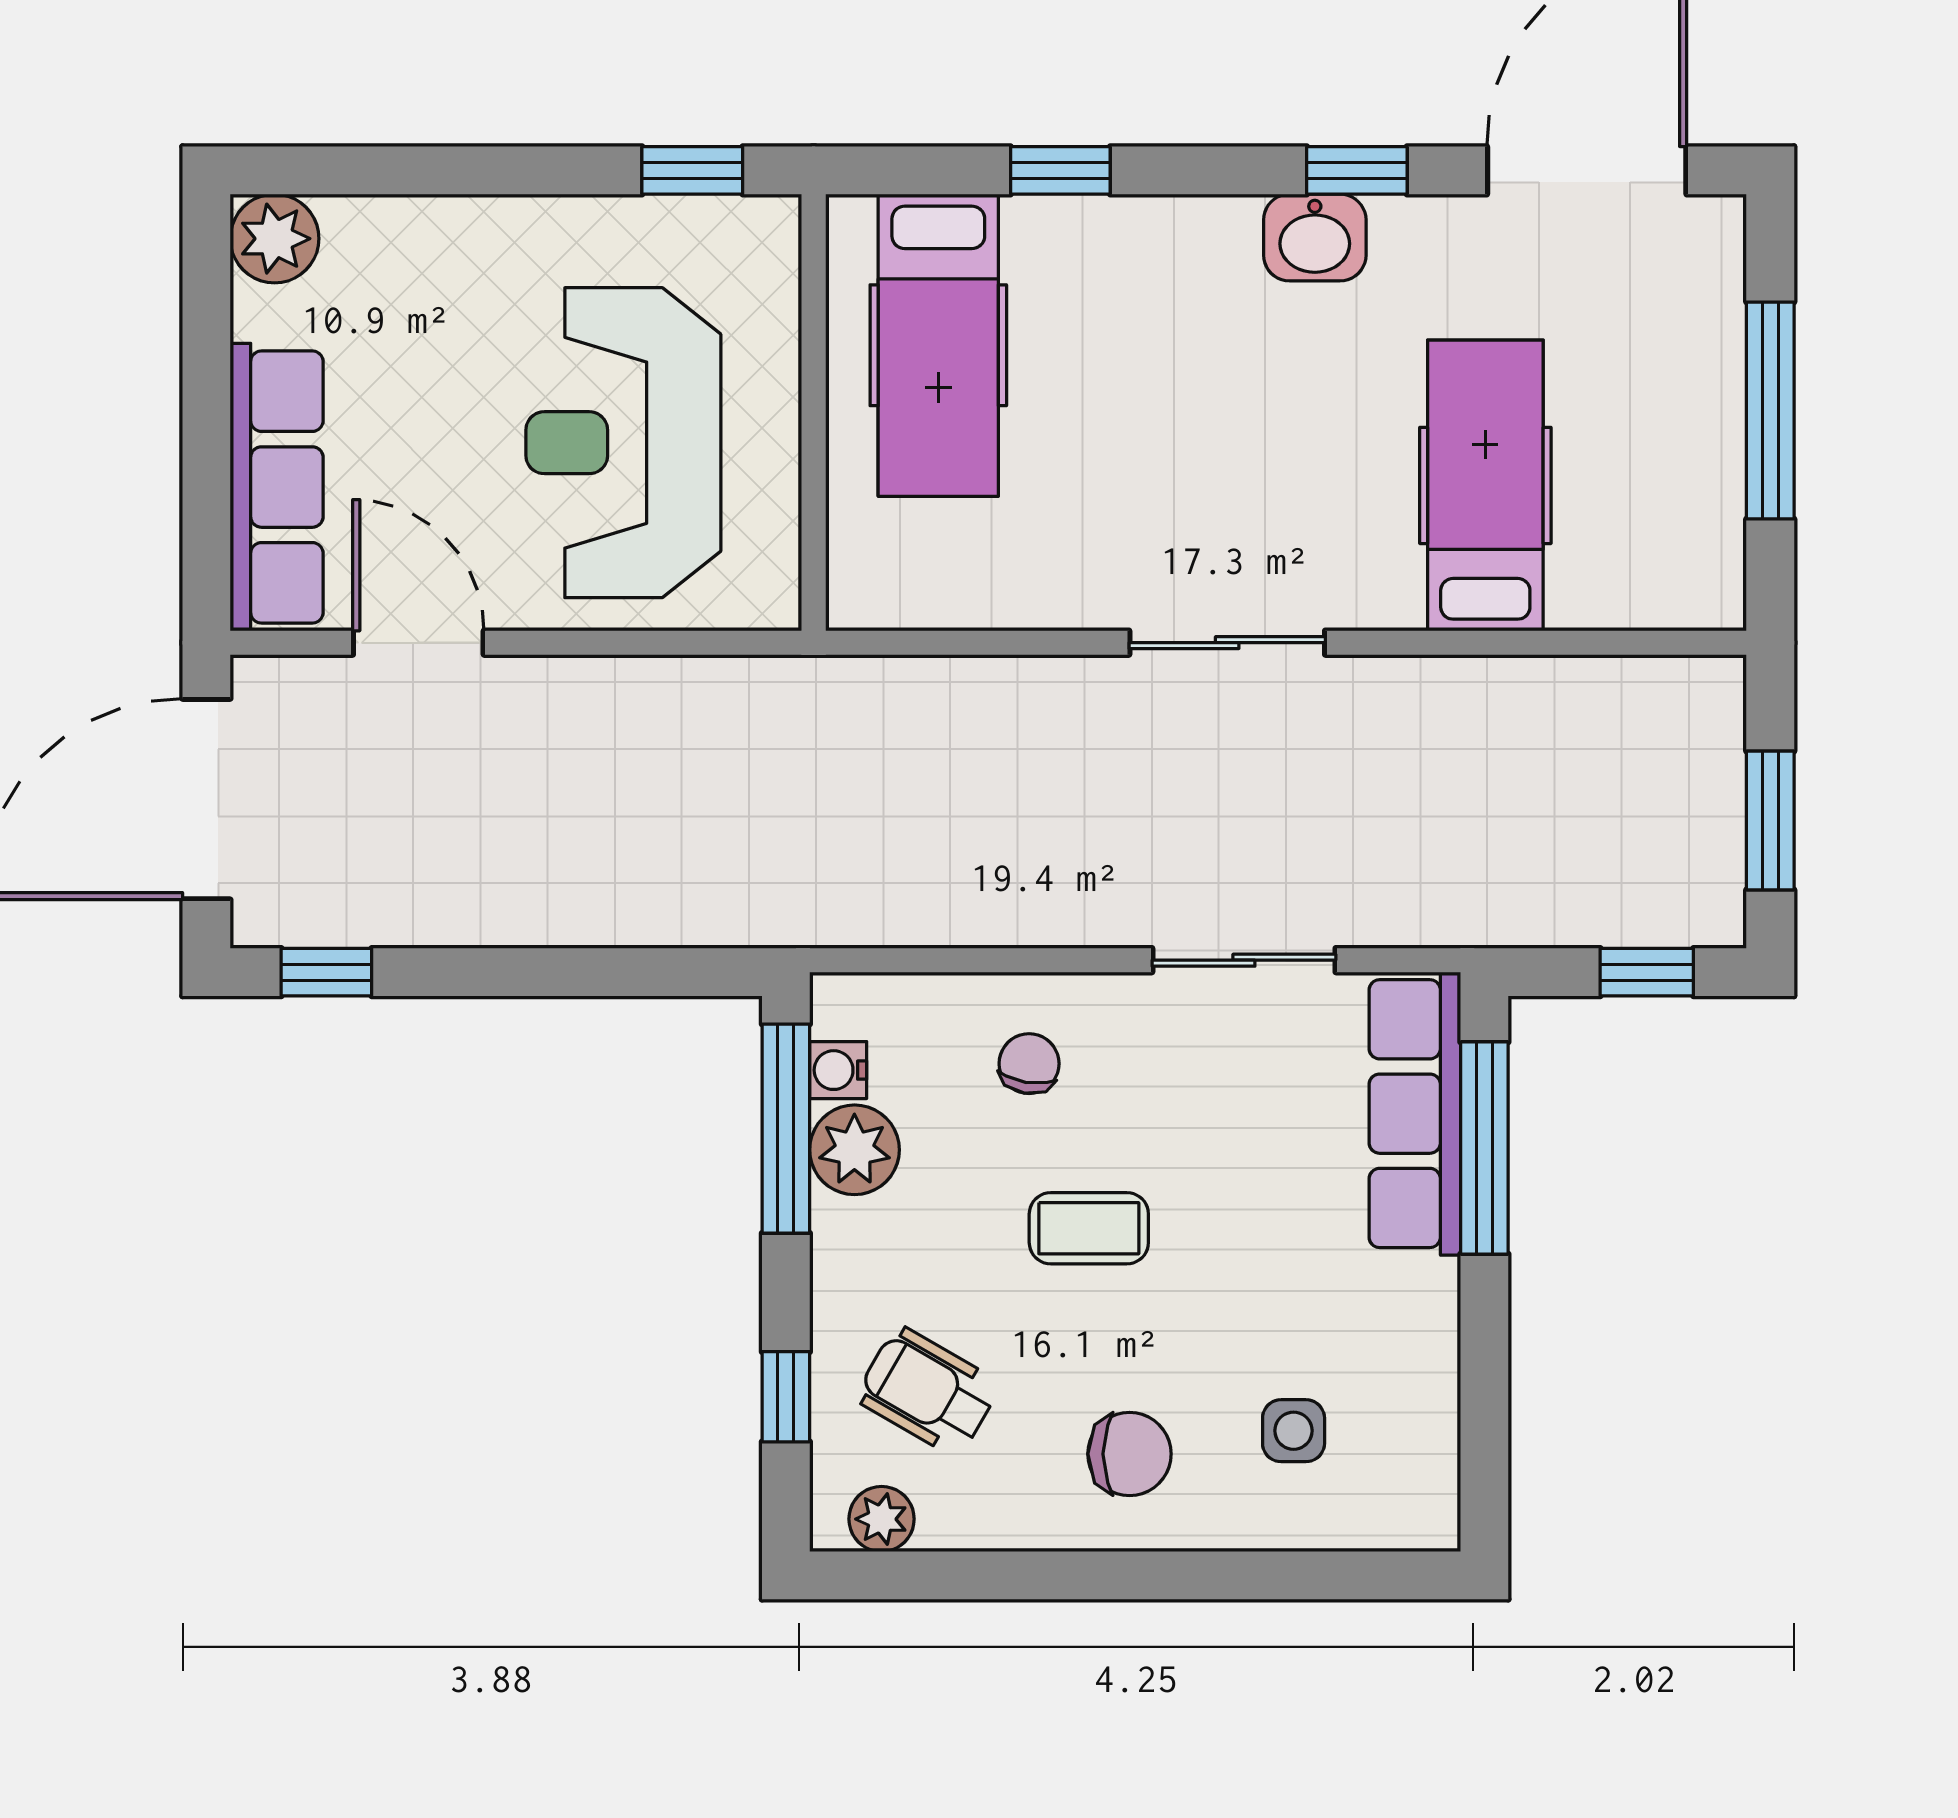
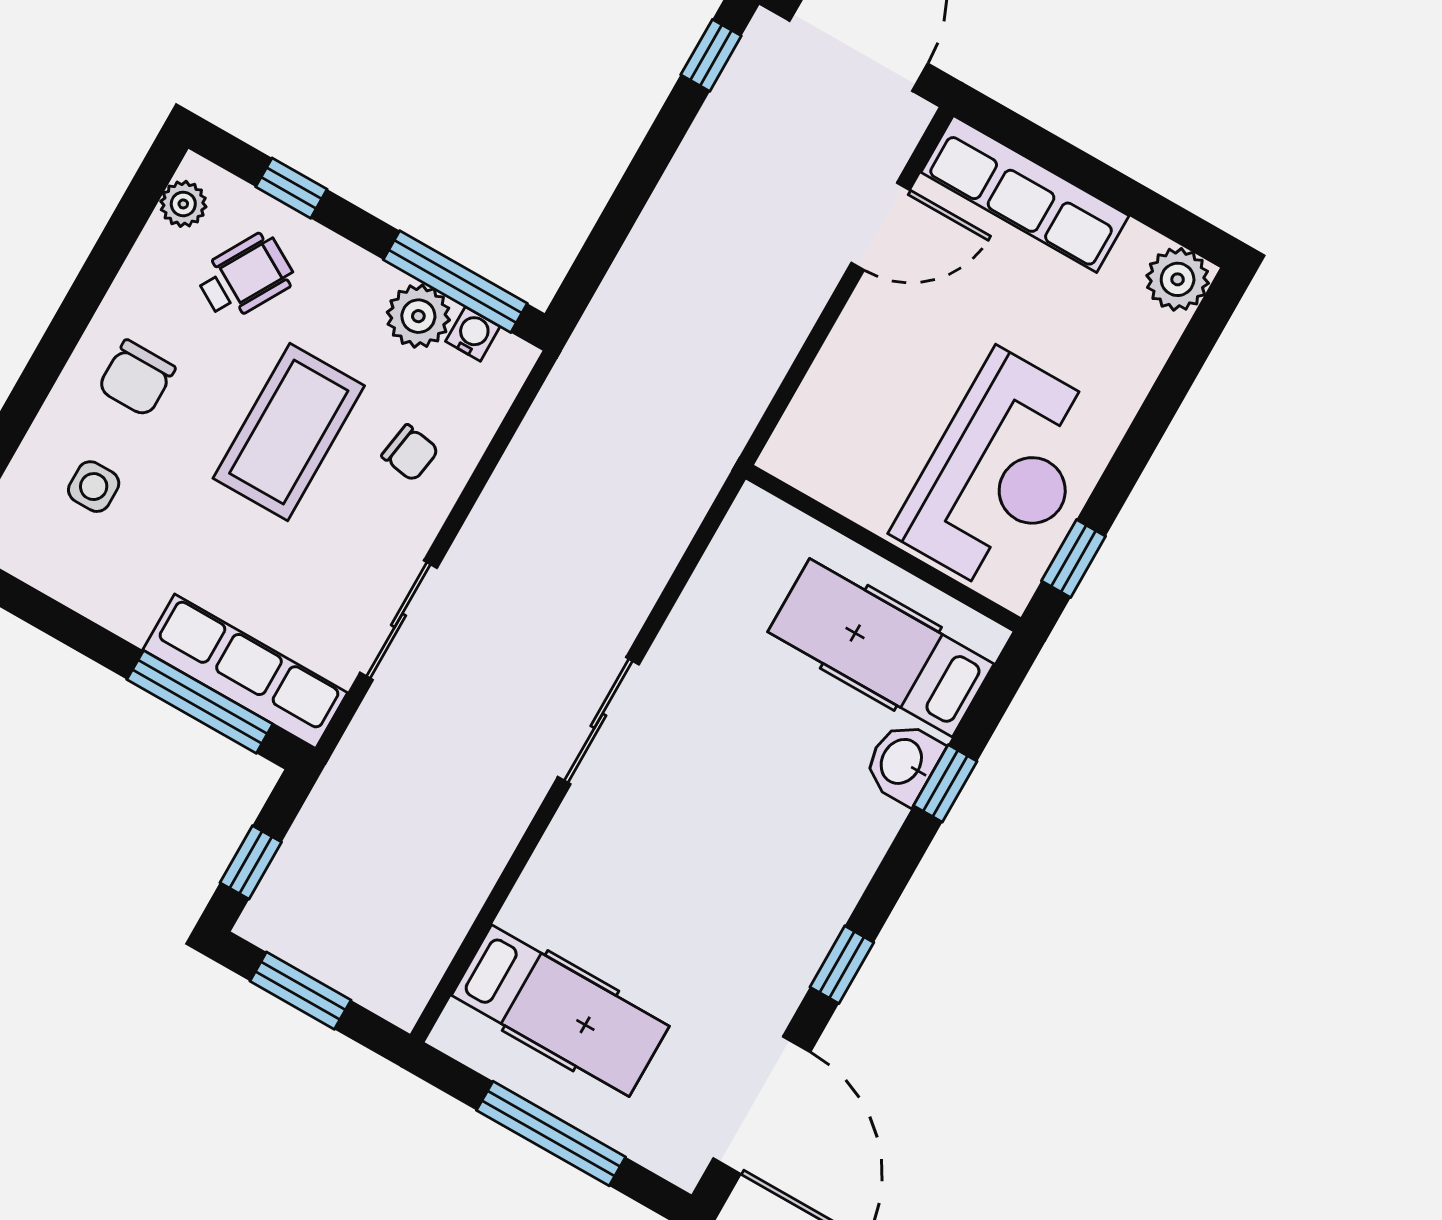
washbasin: (1315, 238) -> (903, 762), moved
reception desk: (623, 443) -> (1001, 473), moved, turned 90
hospital bed: (1485, 485) -> (560, 1011), moved
coffee table: (1089, 1228) -> (289, 432), width x1.86, depth x1.72

